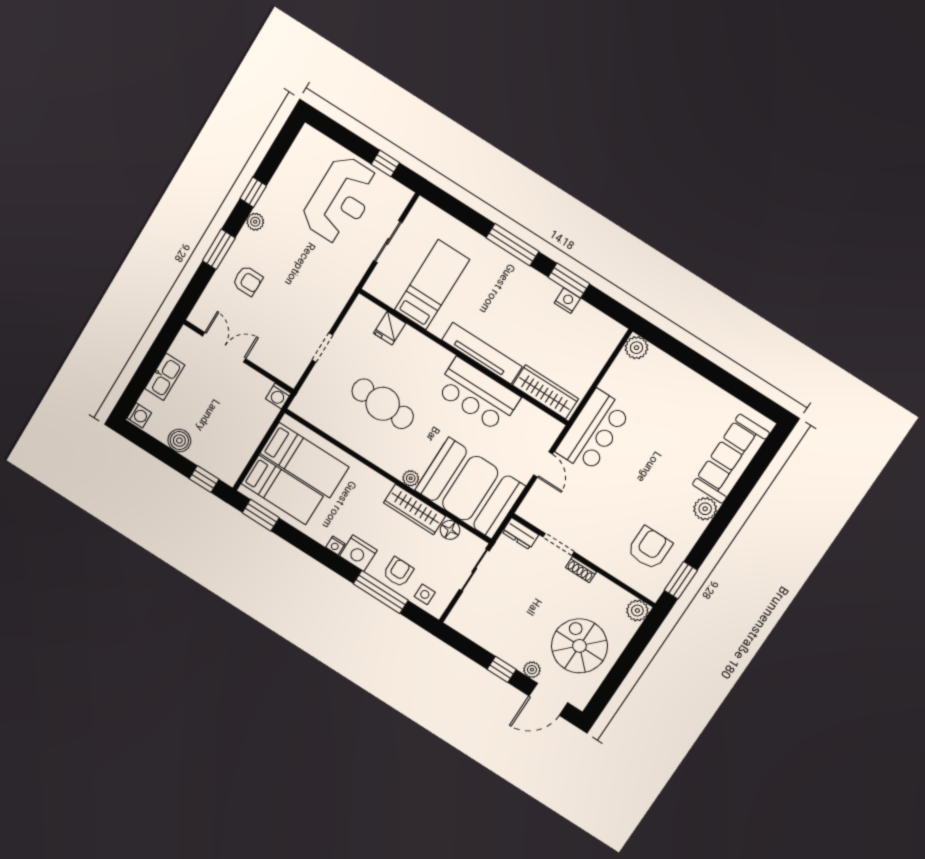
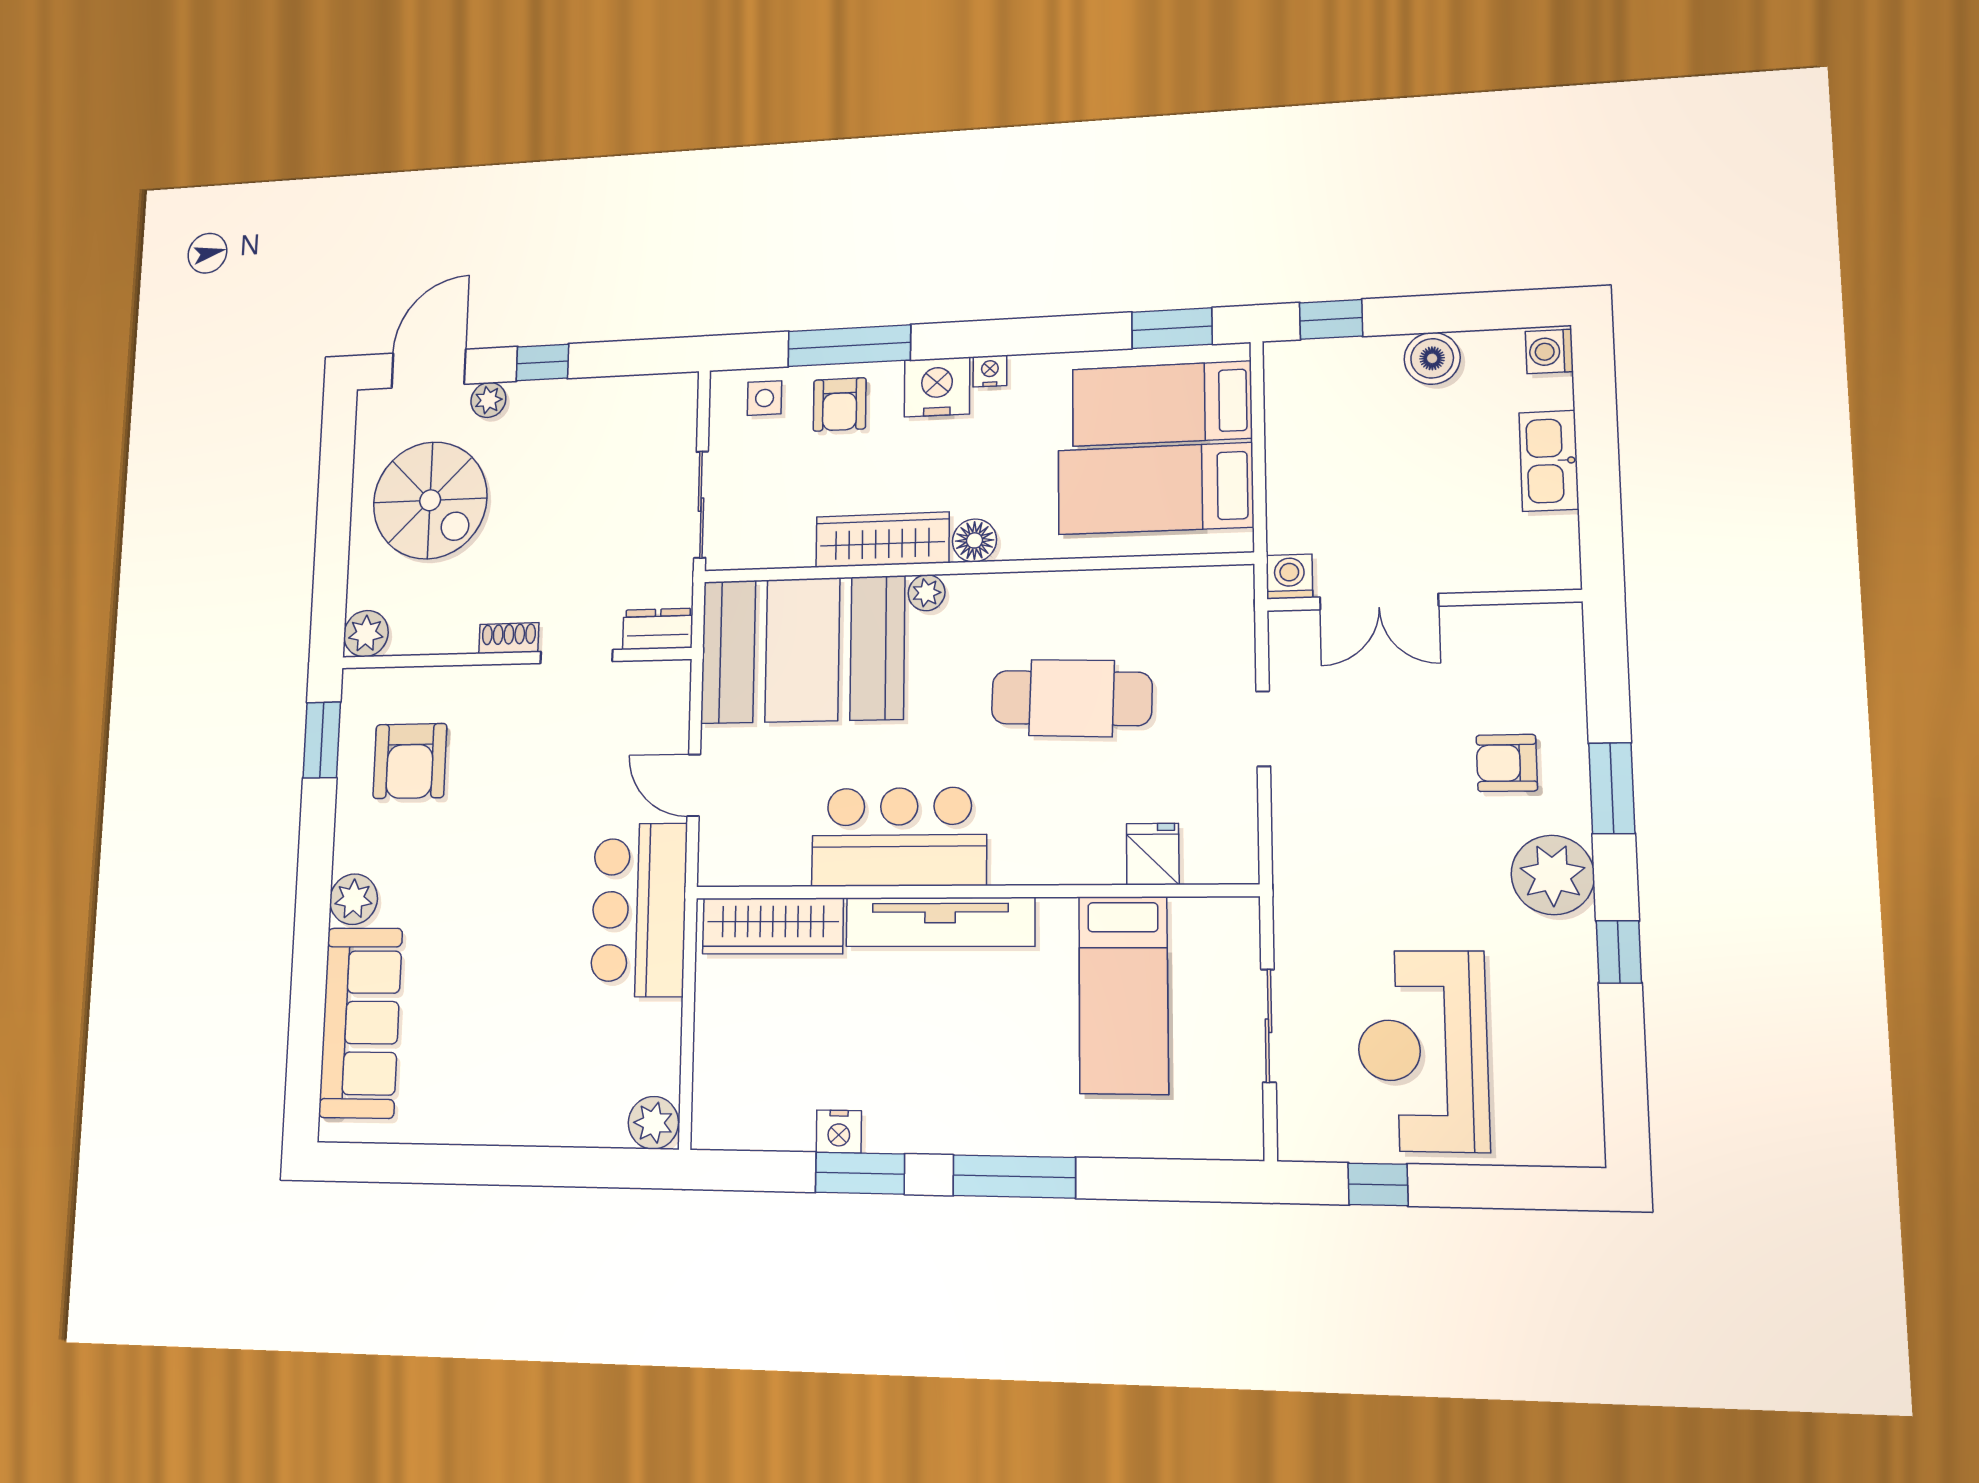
plant: (255, 222) -> (1553, 875), width x1.88, depth x1.88
double door: (224, 347) -> (1379, 602), moved
floor lamp: (450, 530) -> (974, 540), moved

